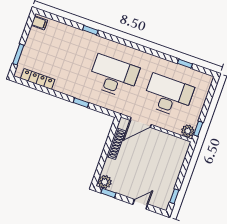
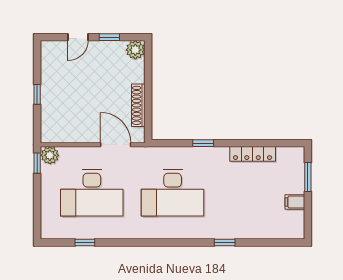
filing cabinet: (39, 23) -> (295, 202), moved
locker: (38, 79) -> (253, 154), moved
door: (141, 122) -> (116, 145), hinge flipped
window: (108, 193) -> (109, 37), moved
window: (174, 196) -> (37, 94), moved

